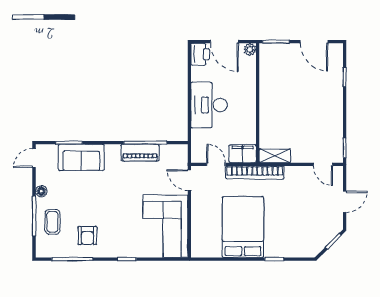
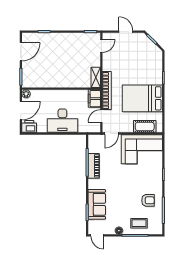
cot: (200, 231) -> (145, 126), added

